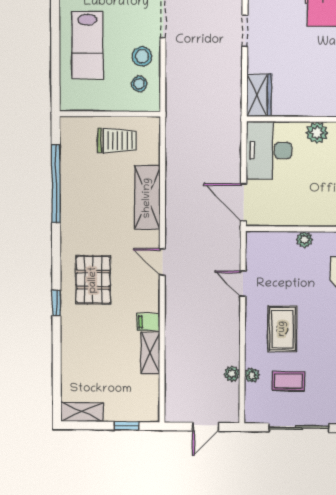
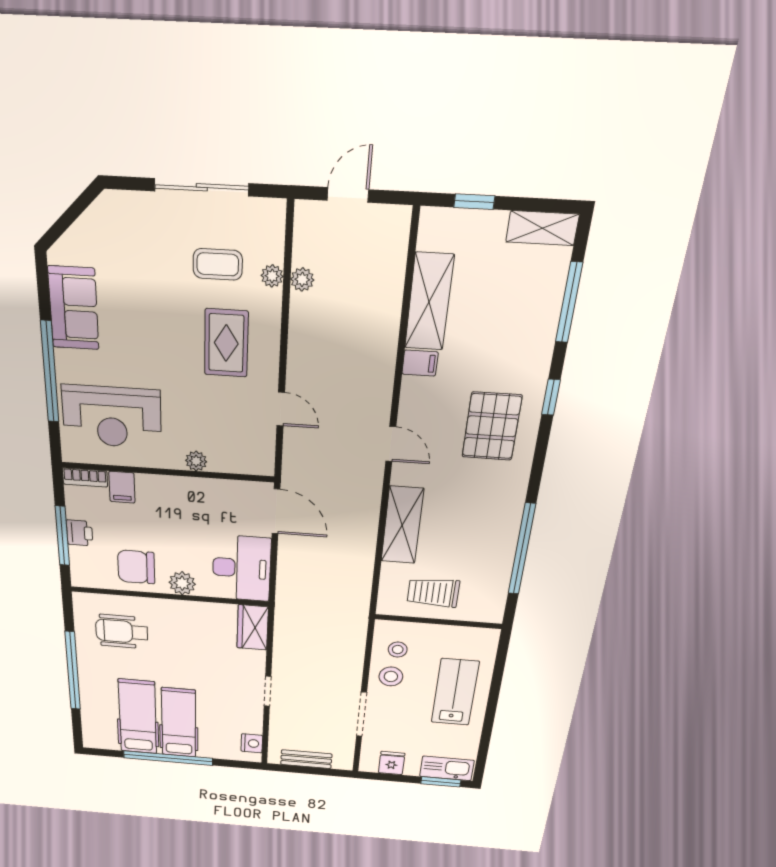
shelving: (150, 353) -> (429, 302), width x1.50, depth x1.33
window: (57, 367) -> (569, 303), added

